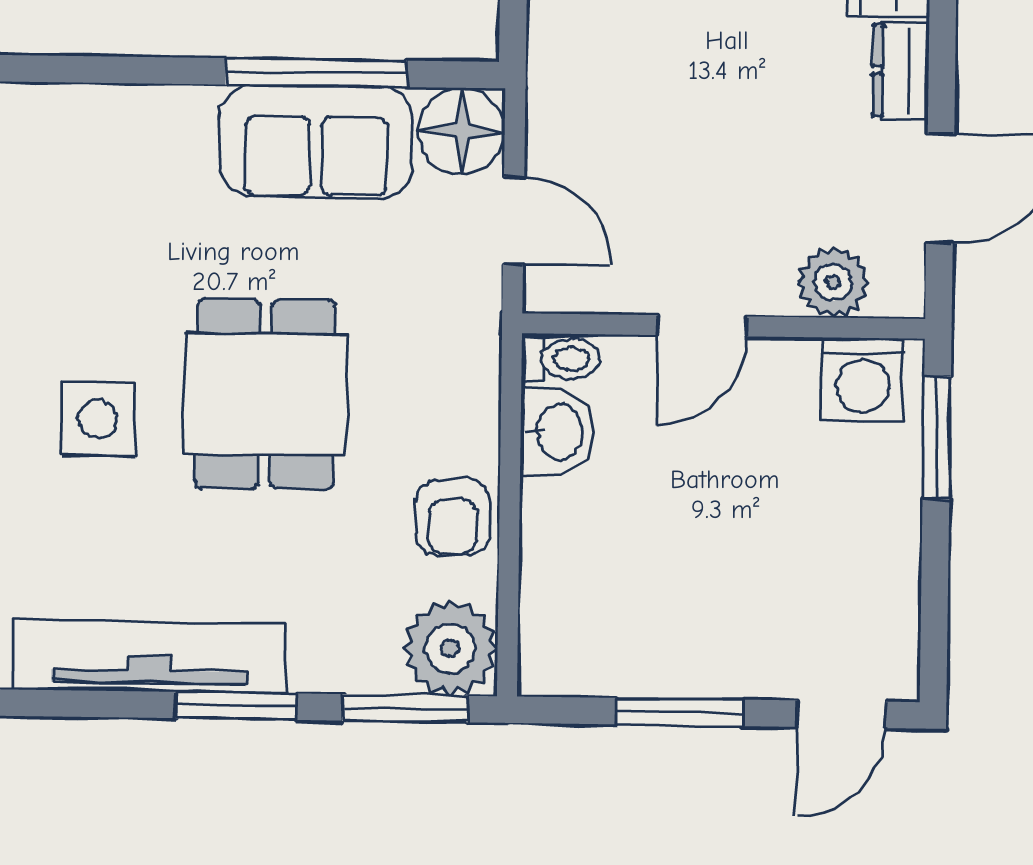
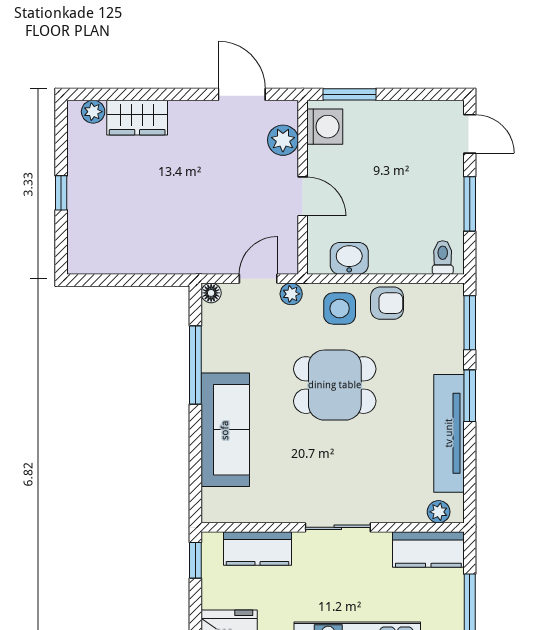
dresser: (901, 71) -> (191, 112), removed
floor lamp: (461, 131) -> (211, 293), width x0.53, depth x0.53
sofa: (316, 142) -> (225, 430), moved, width x1.36
toilet: (561, 359) -> (443, 257), moved
side table: (98, 419) -> (340, 309), moved
plant: (450, 648) -> (291, 294), moved, width x0.53, depth x0.53

